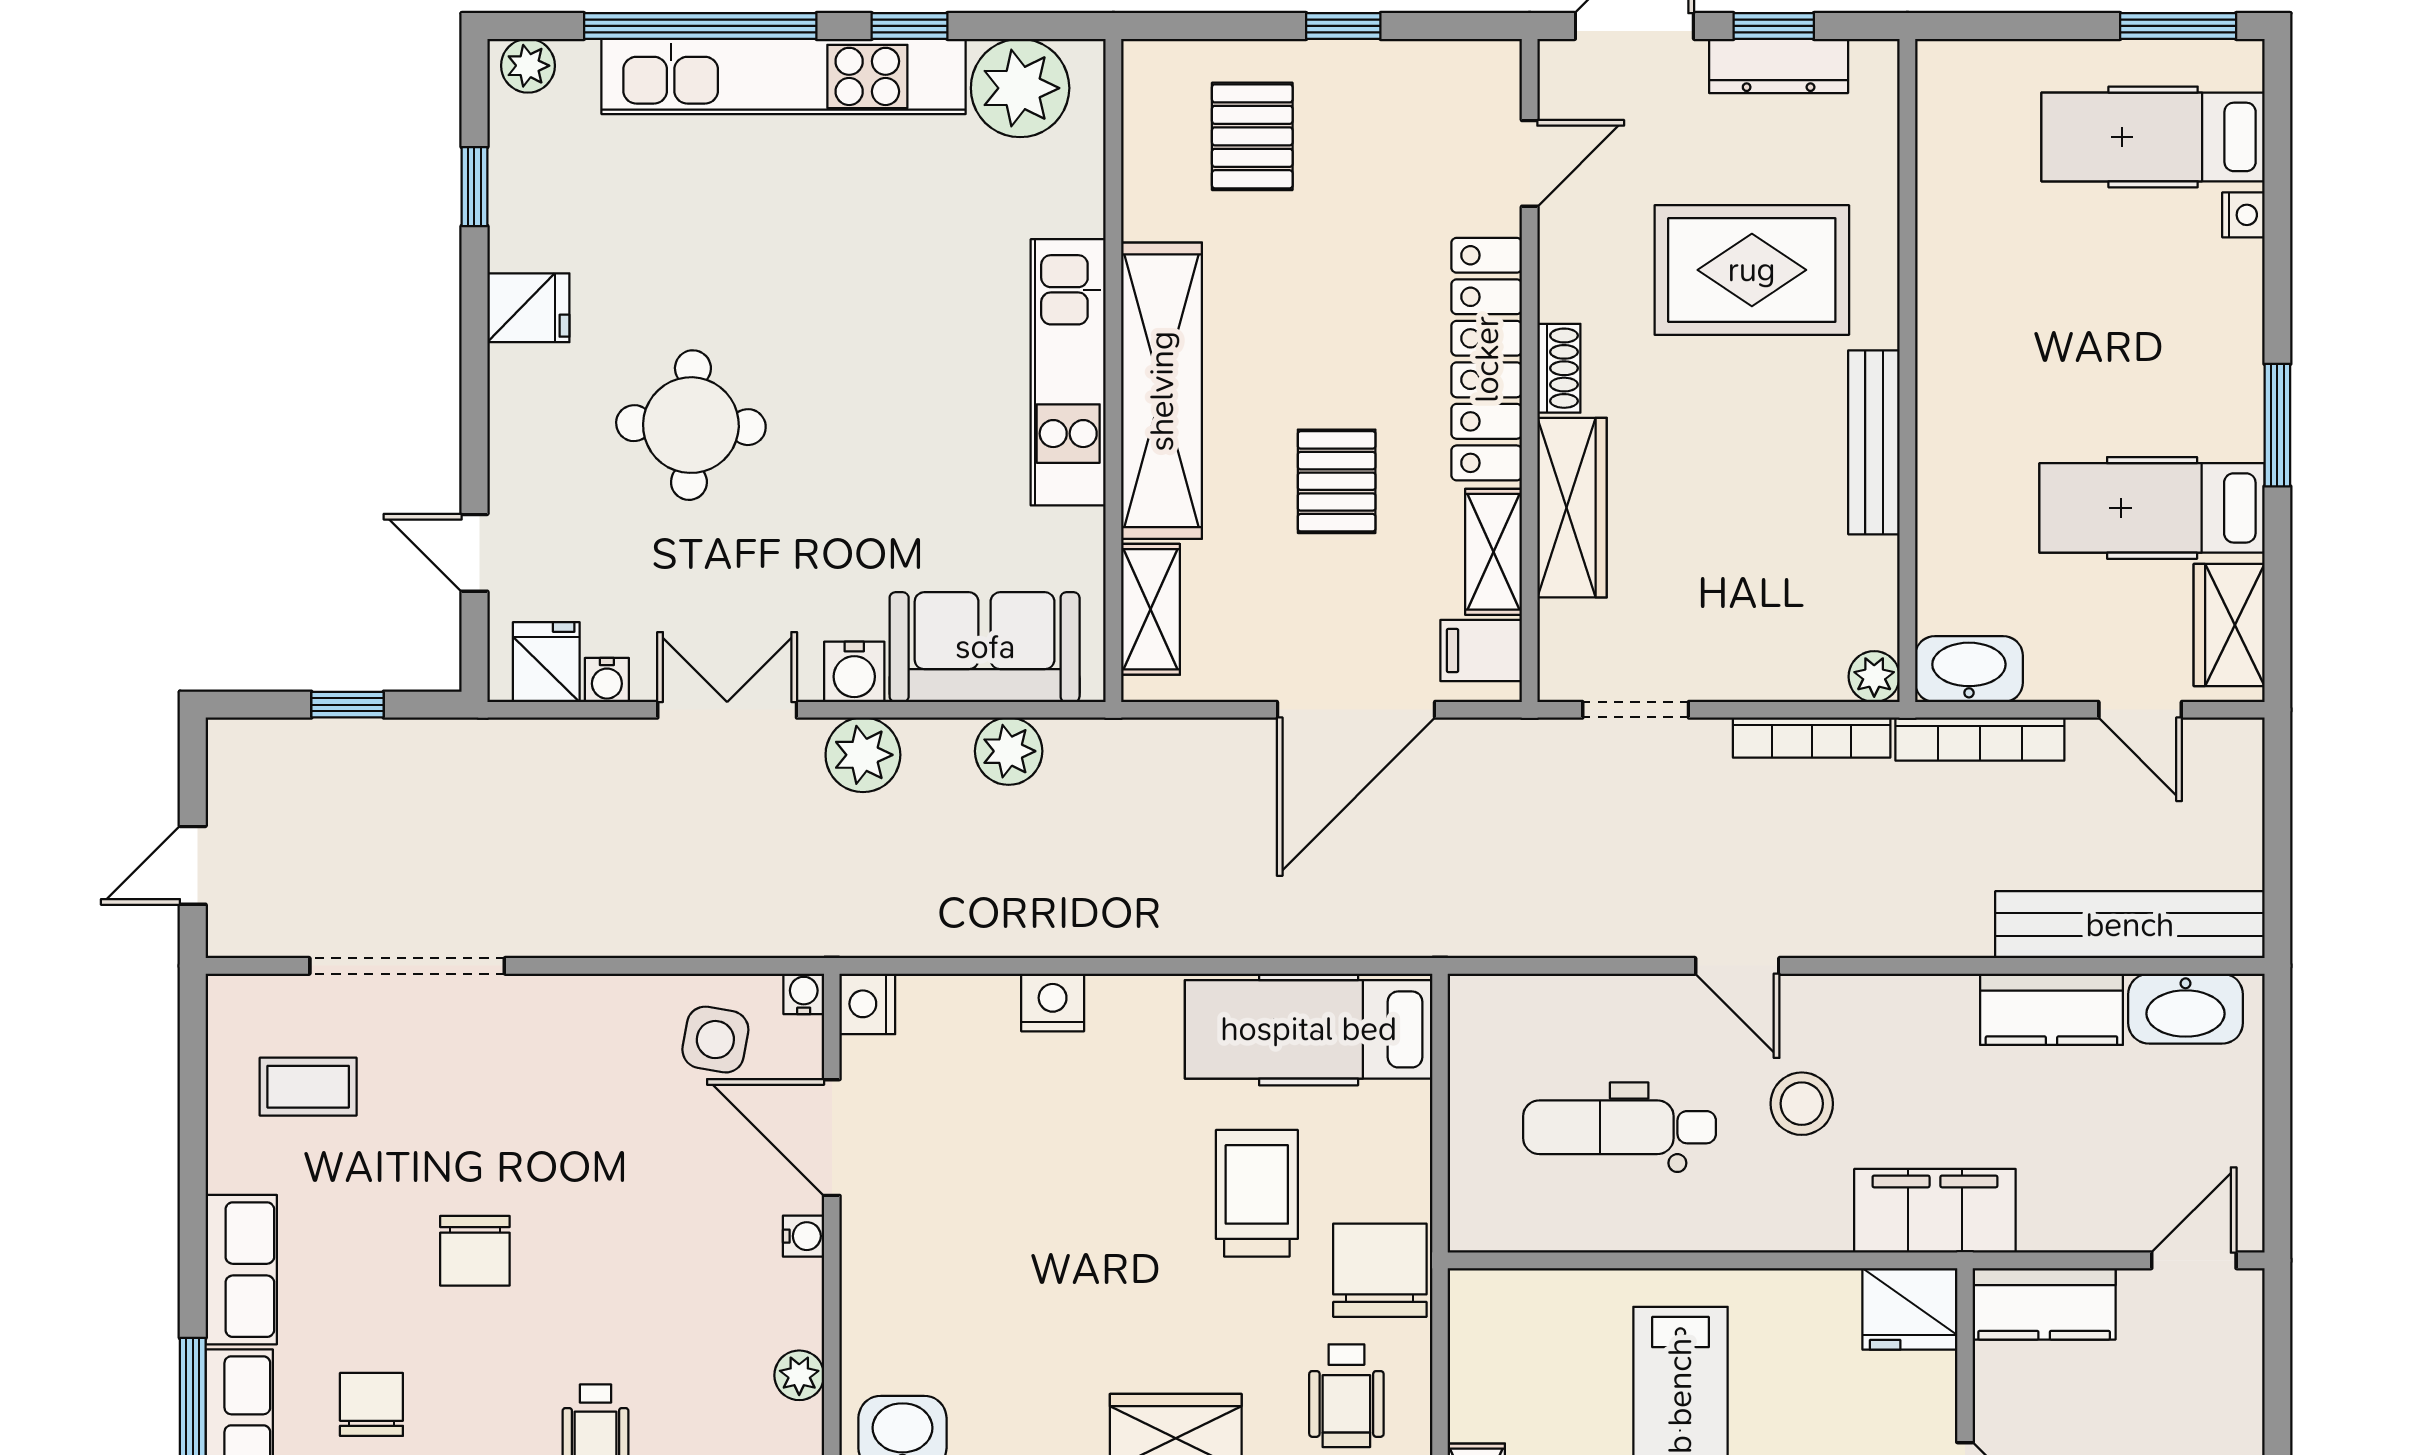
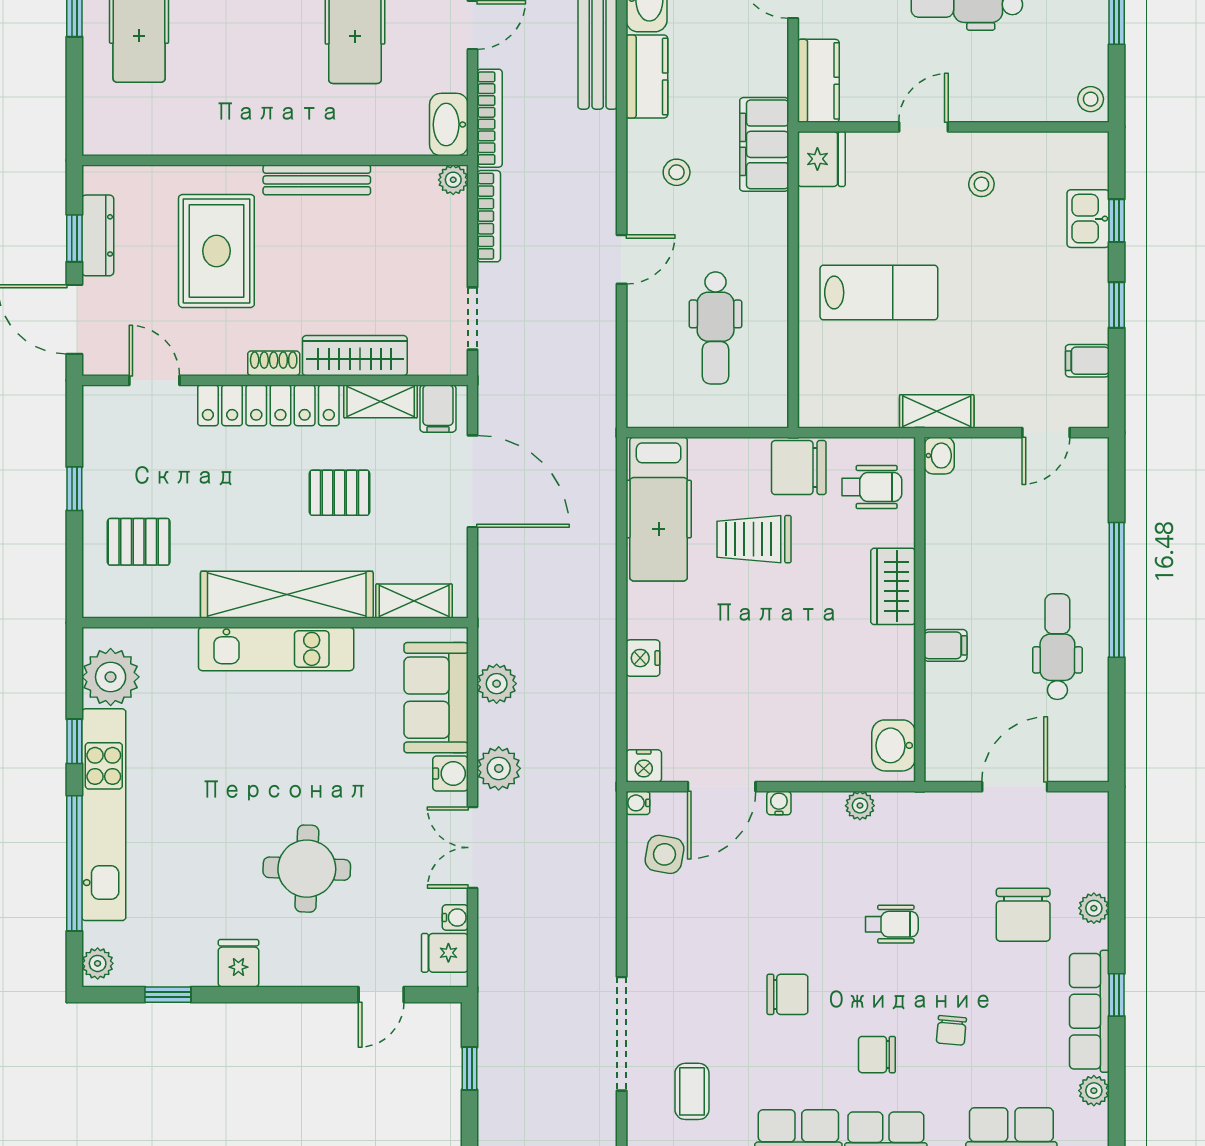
stool: (1802, 1104) -> (677, 172), moved, width x0.73, depth x0.73

